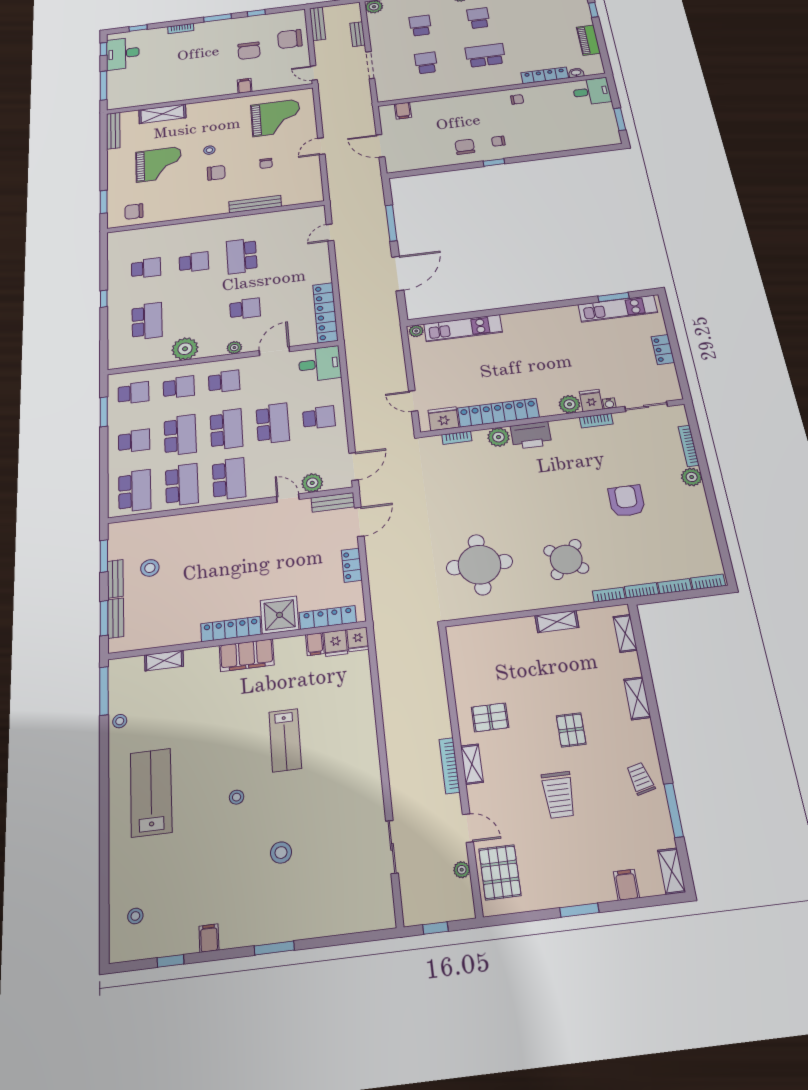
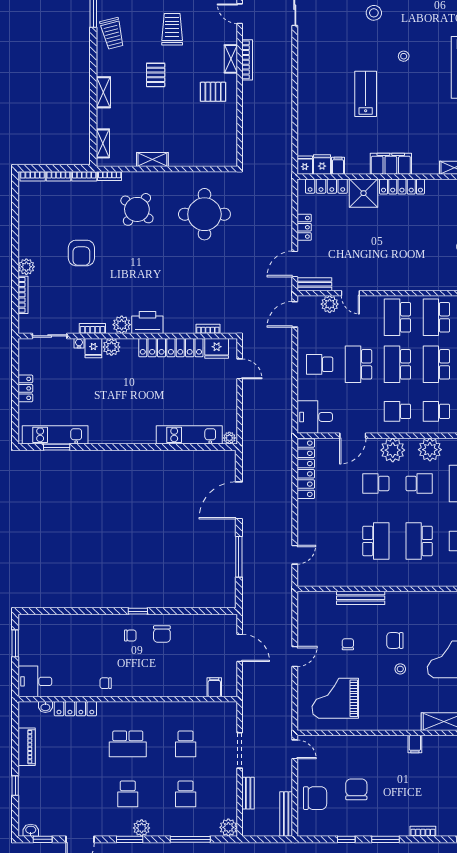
filing cabinet: (245, 86) -> (415, 744), moved
school desk: (194, 262) -> (419, 541), width x1.85
school desk: (196, 315) -> (419, 483), added
plant: (234, 348) -> (393, 450), width x1.88, depth x1.88
plant: (498, 437) -> (122, 325), moved
trolley: (641, 779) -> (112, 33), width x1.36, depth x1.39

